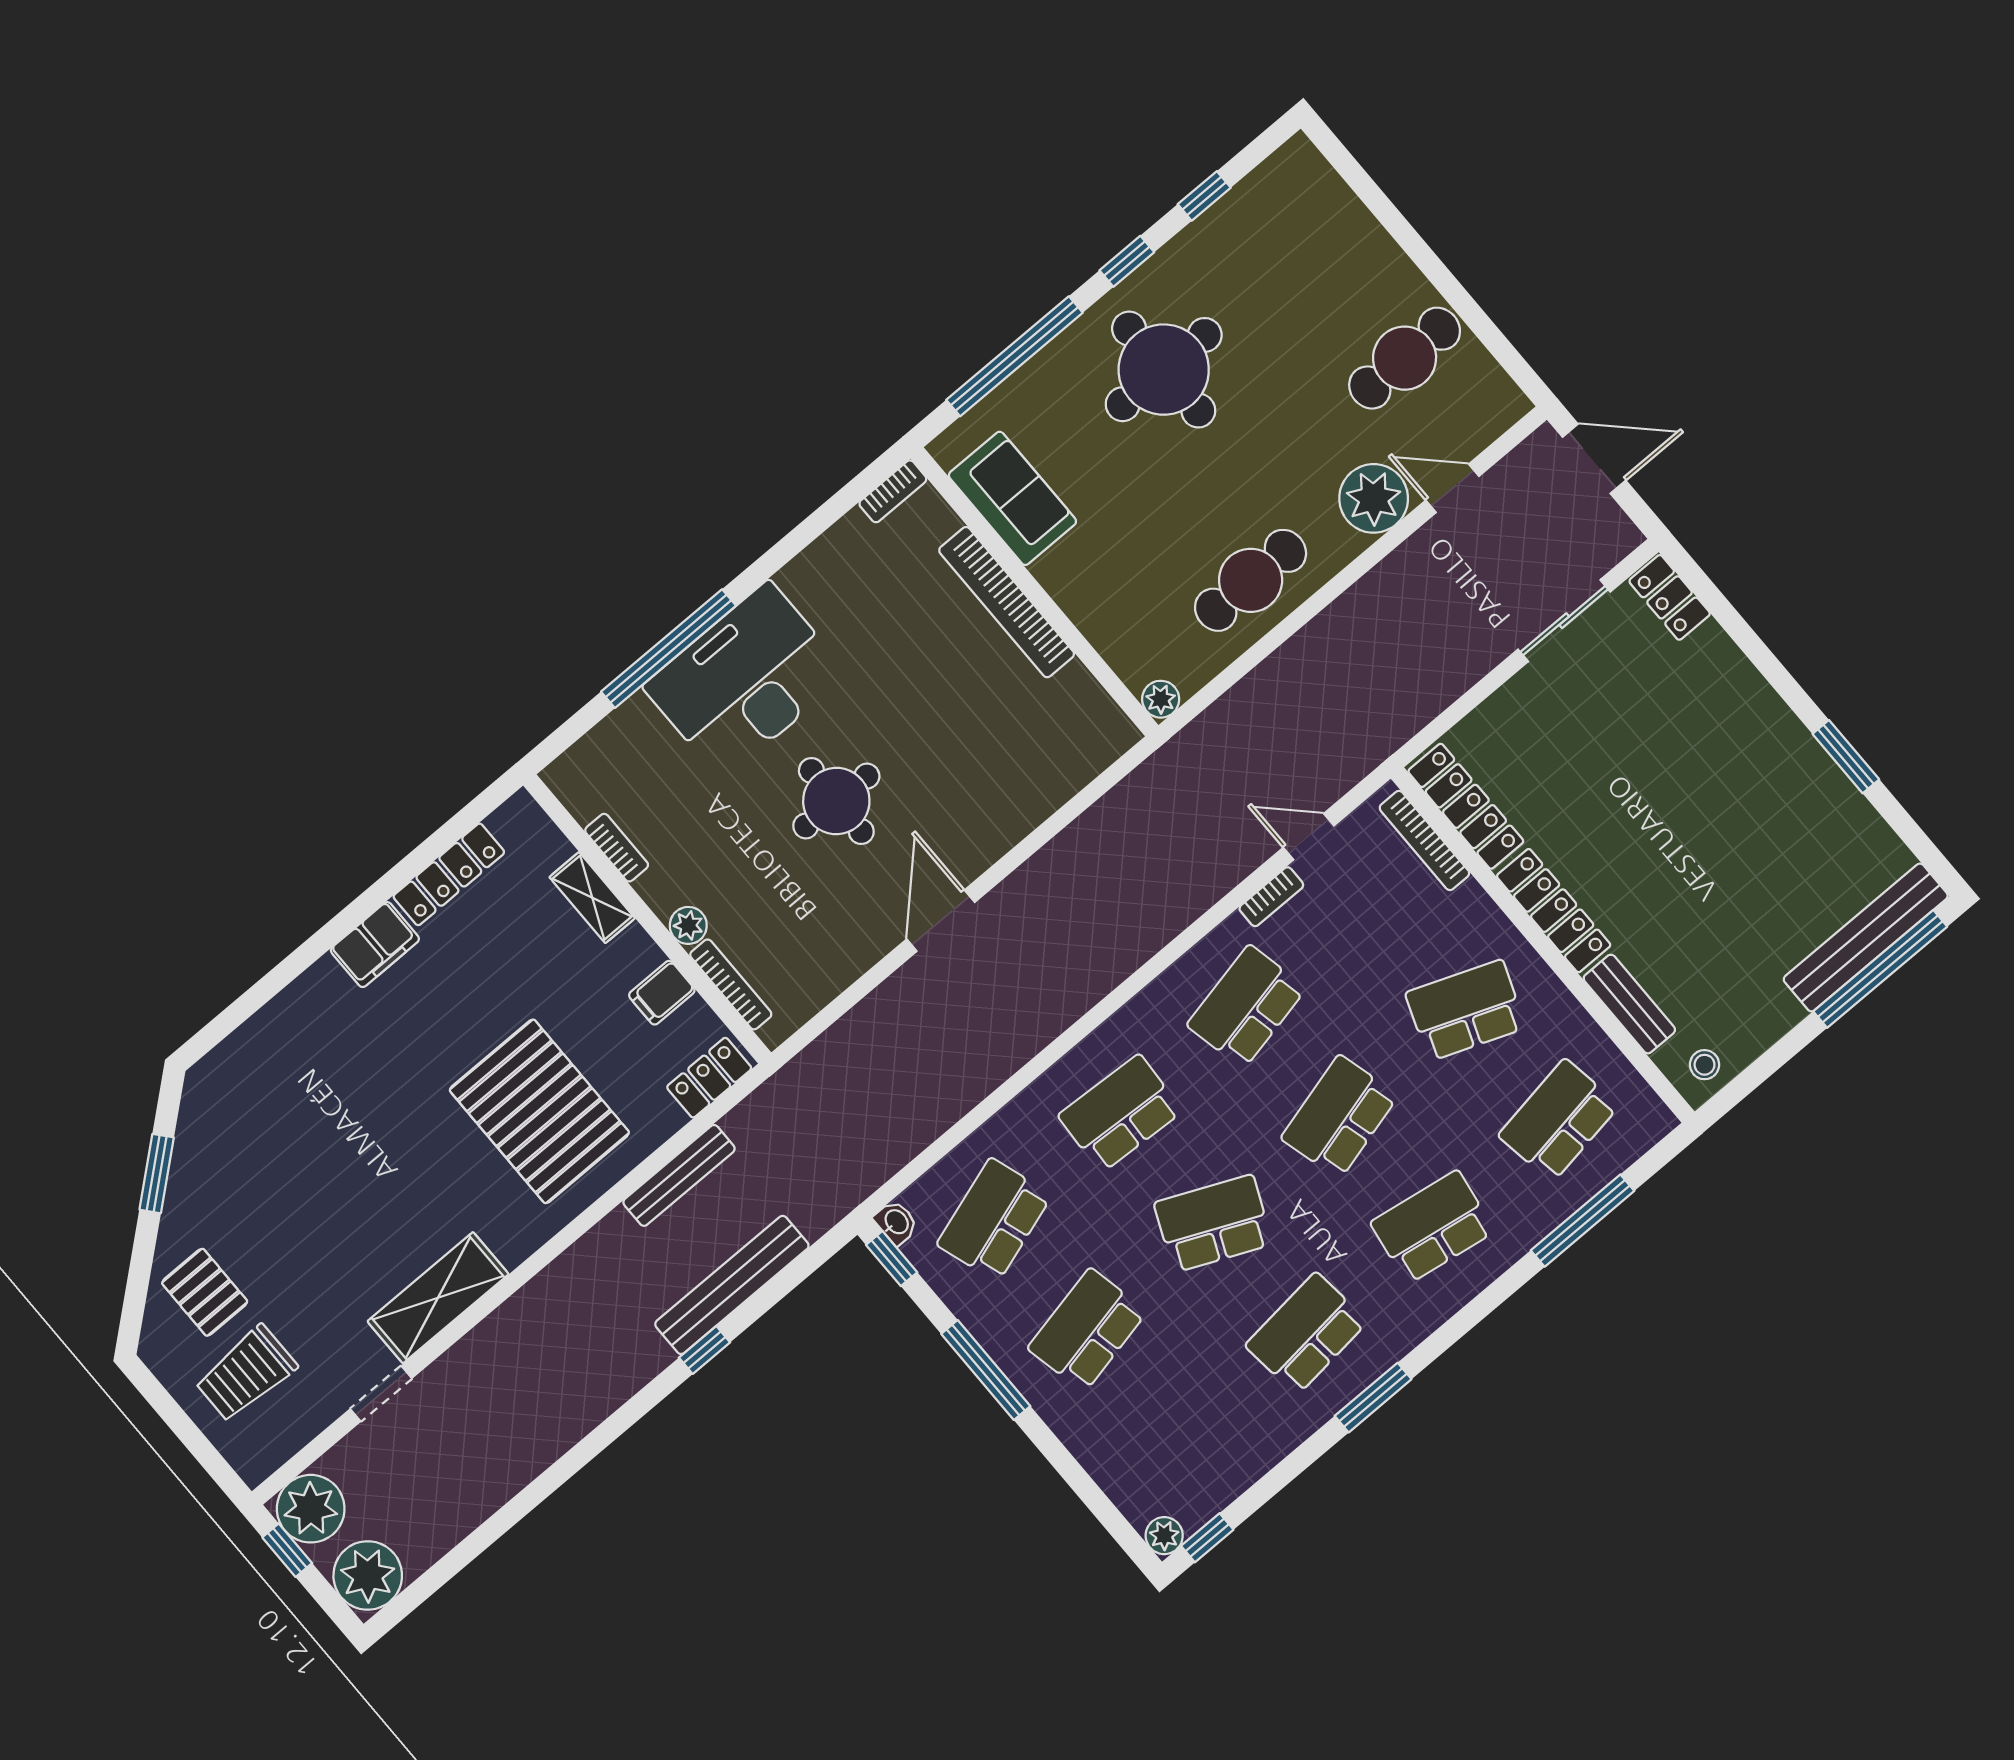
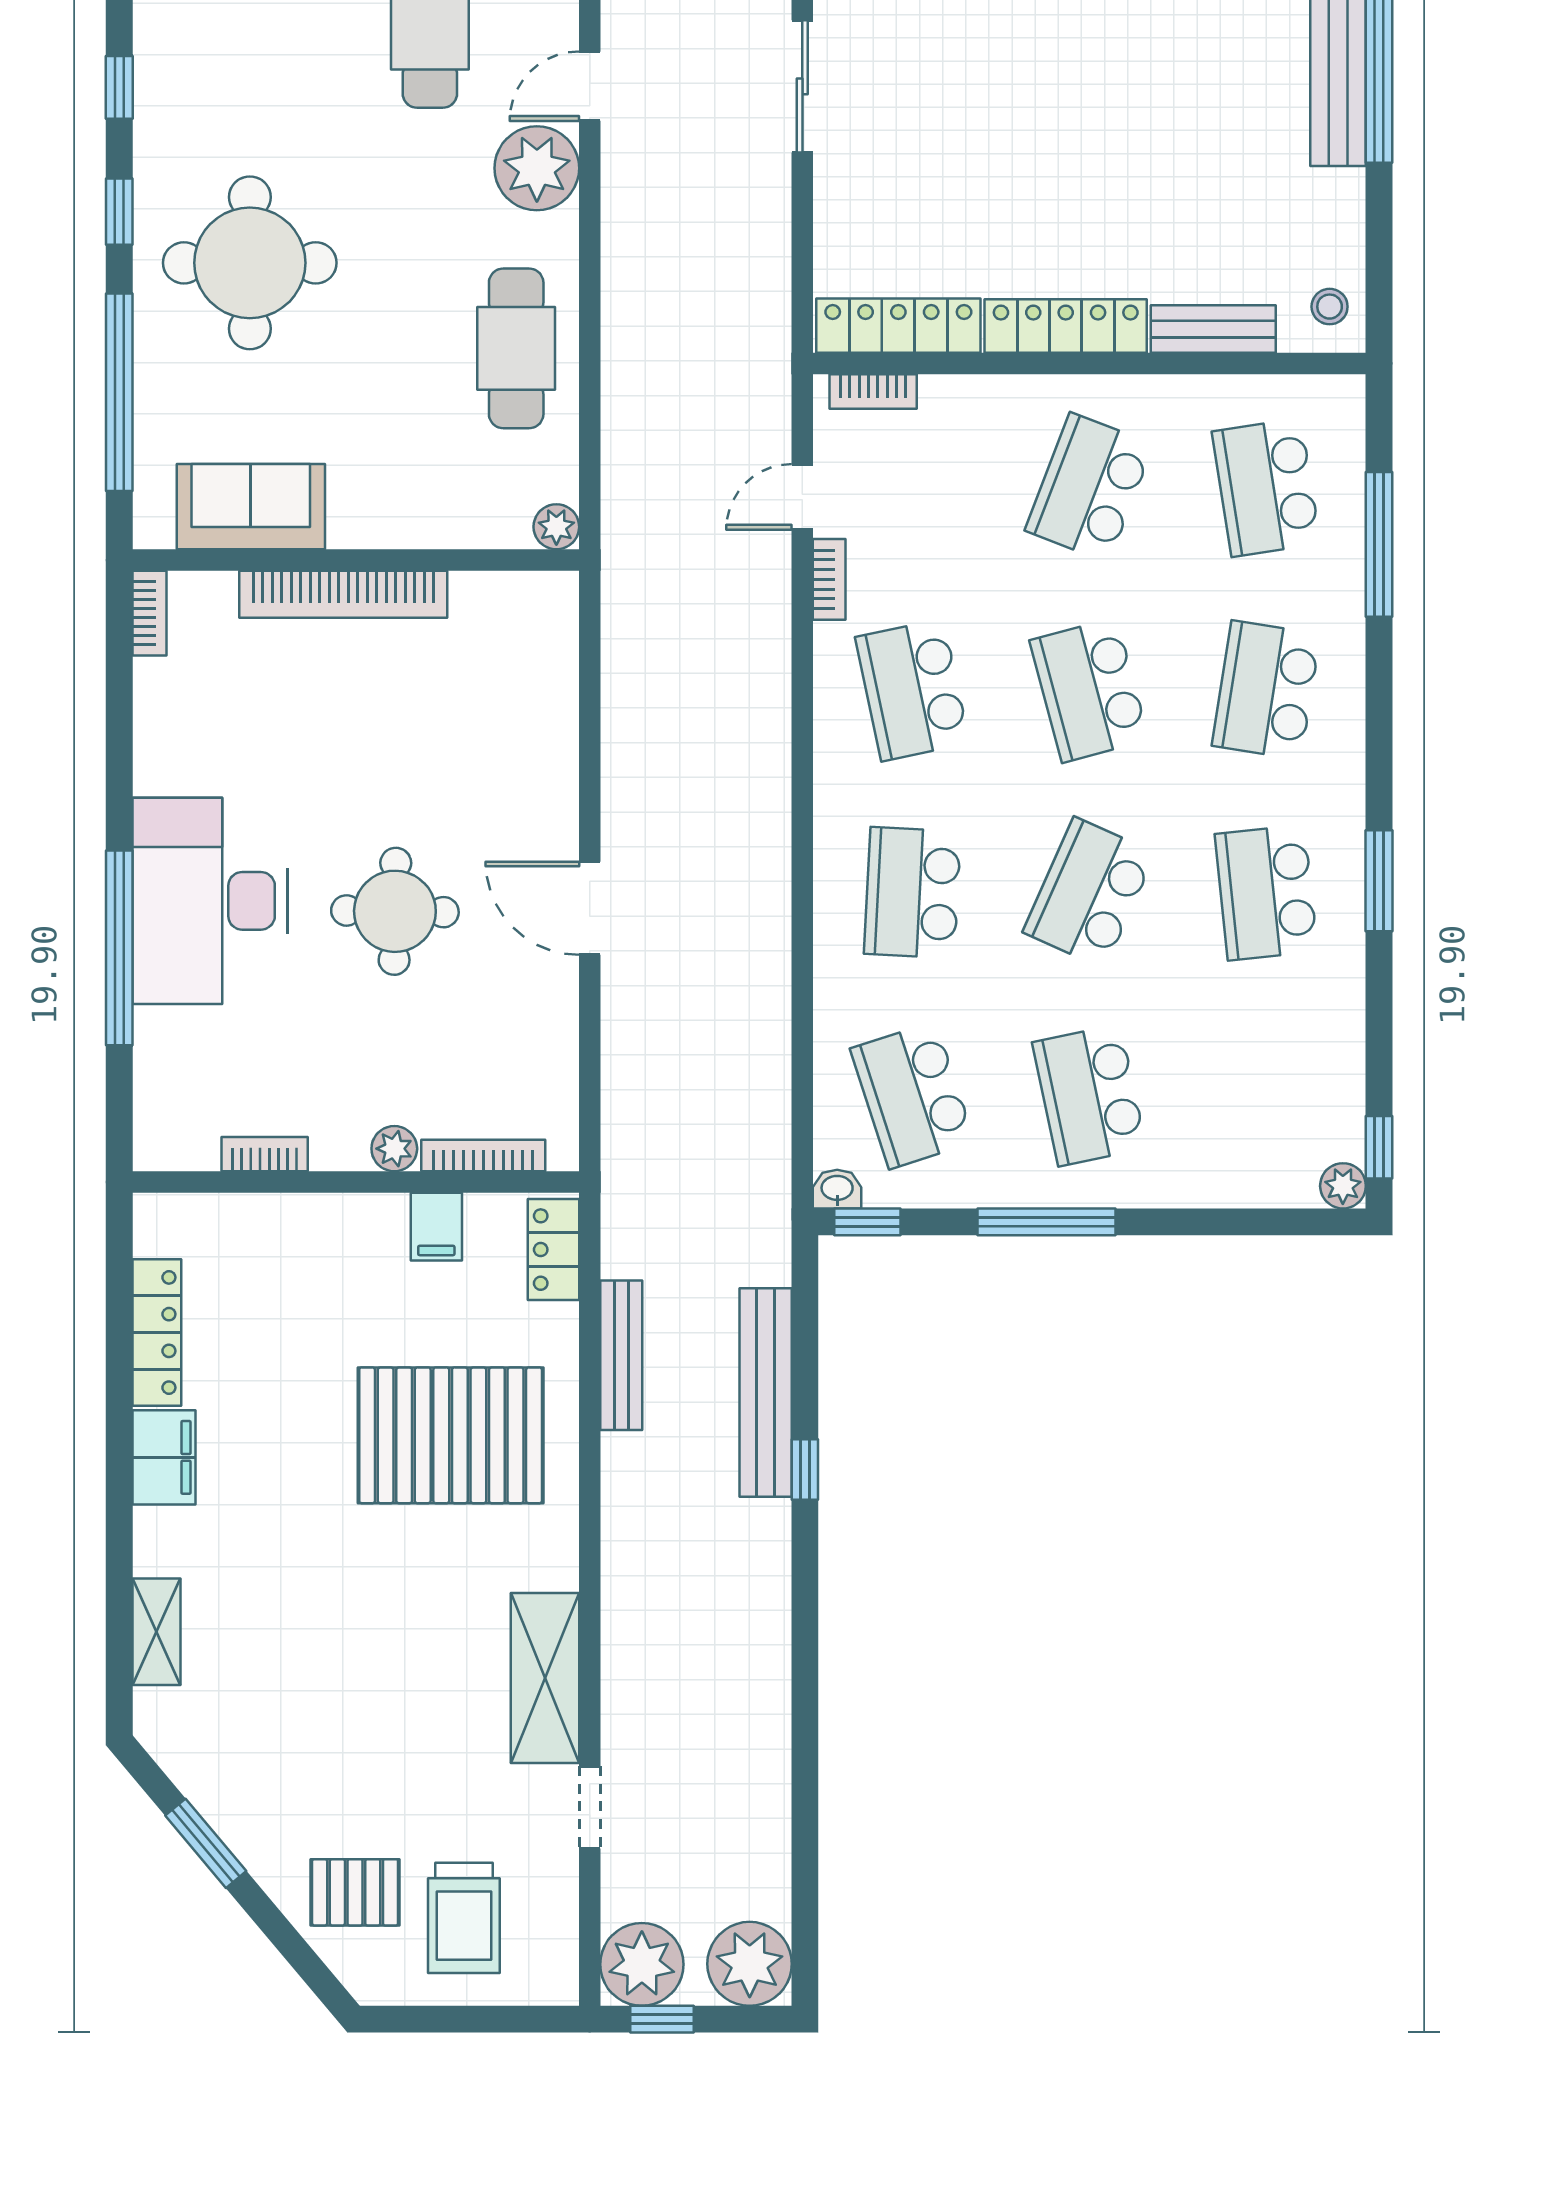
bookcase: (1424, 840) -> (873, 391), width x0.64
shelving: (592, 898) -> (156, 1632), moved, turned 90

